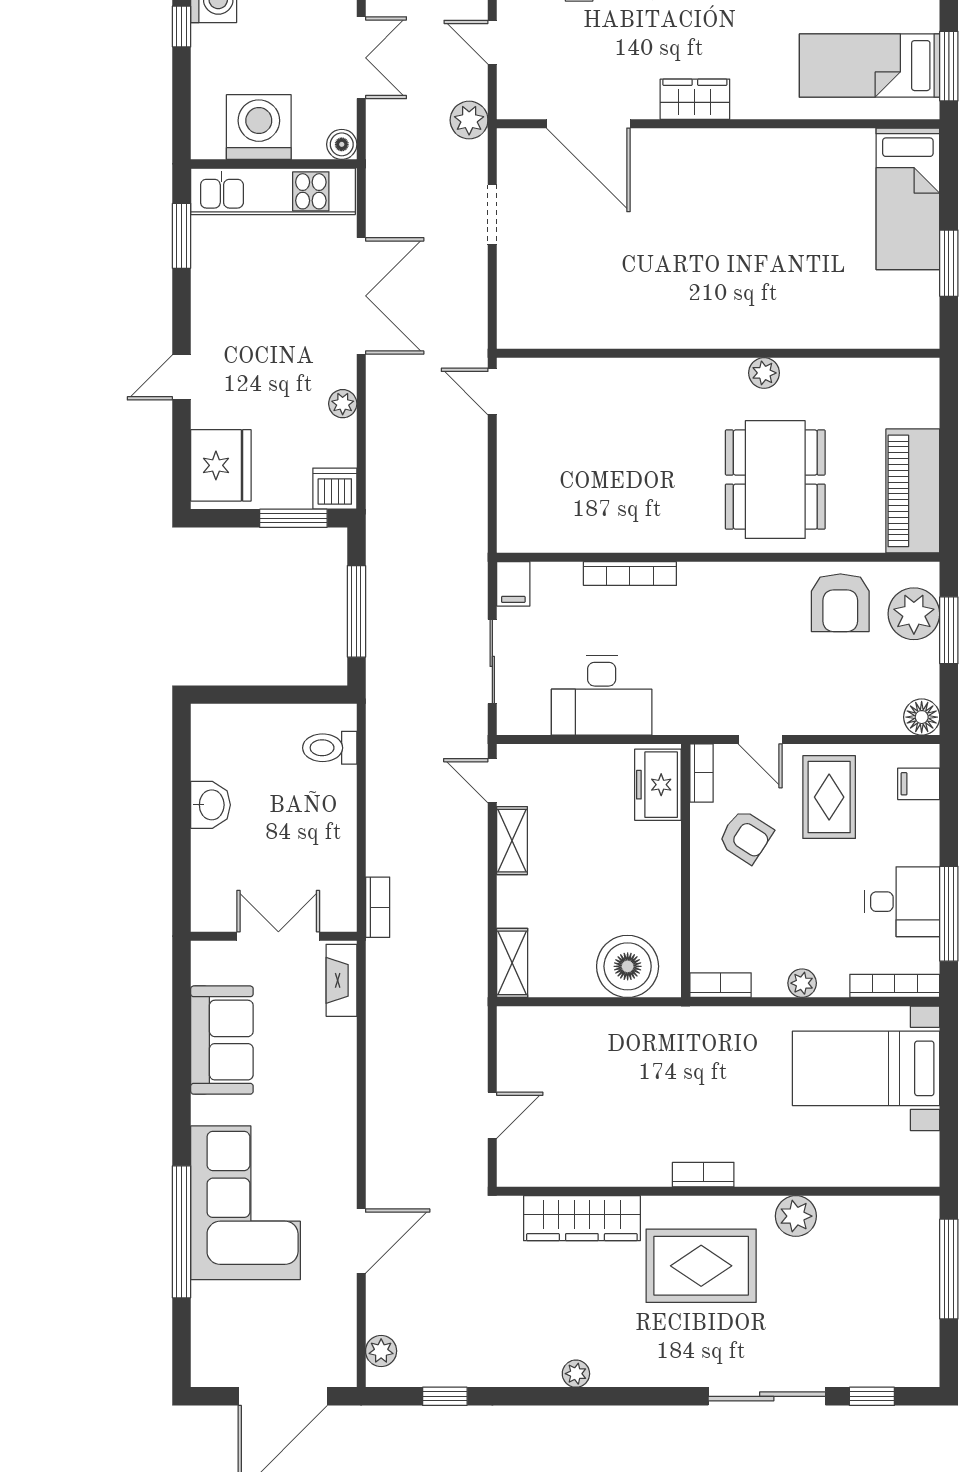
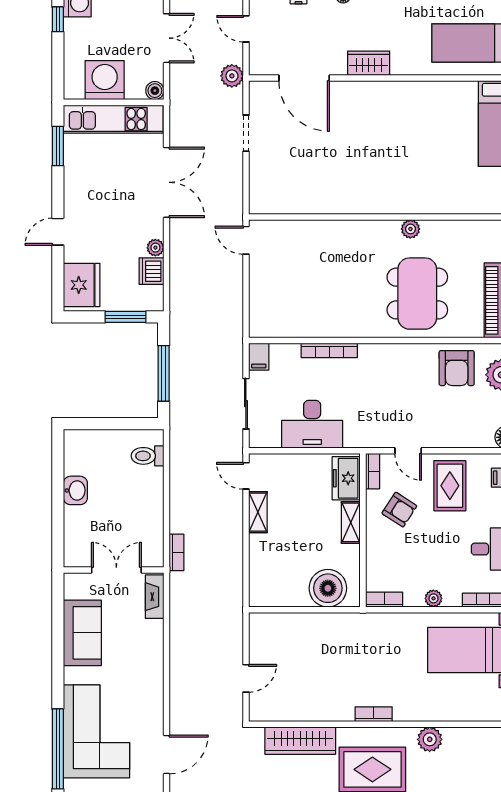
dishwasher: (335, 489) -> (152, 271), moved, turned -90
shelving: (512, 963) -> (351, 522), moved

